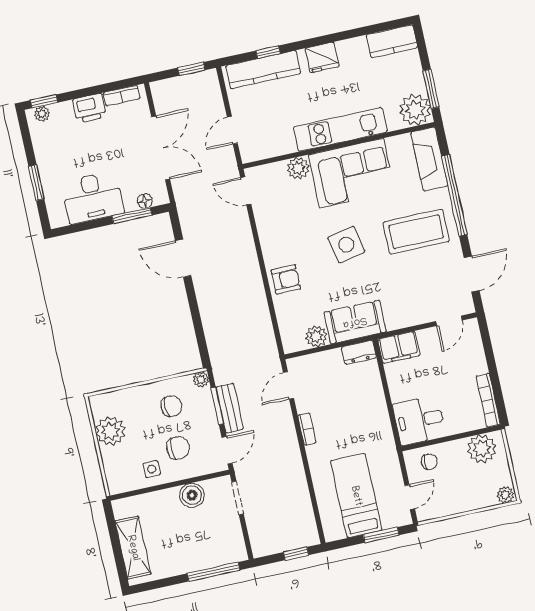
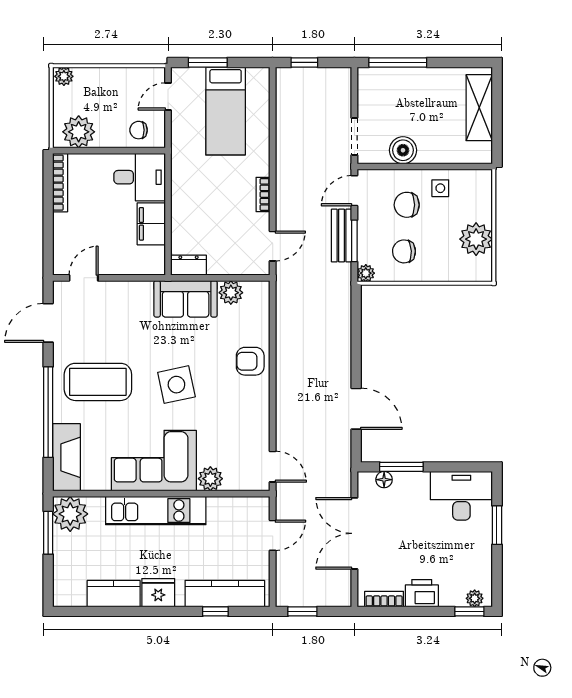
kitchen counter: (392, 41) -> (114, 594), moved
desk: (93, 197) -> (461, 496), moved
filing cabinet: (399, 347) -> (151, 224), moved, turned -90

